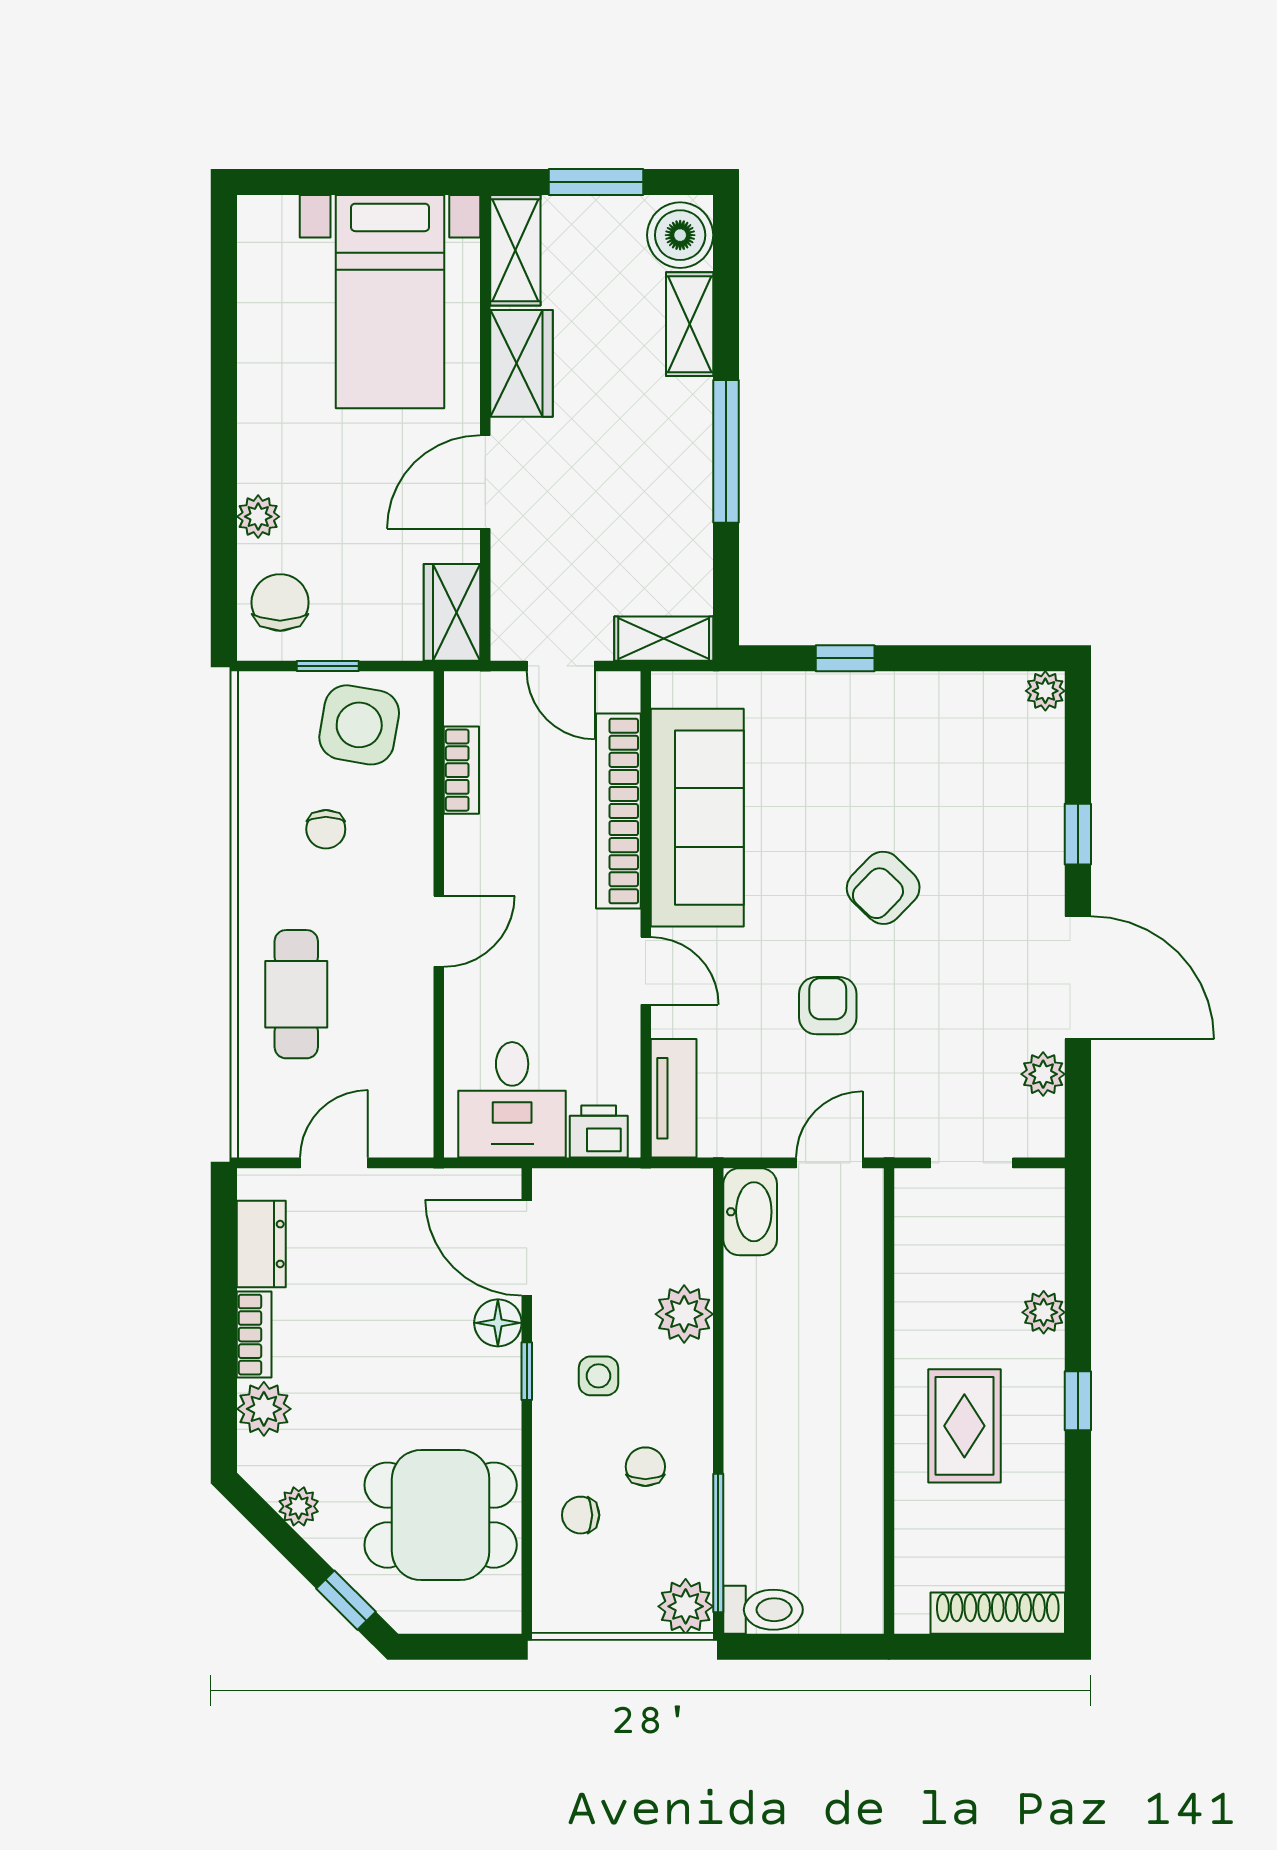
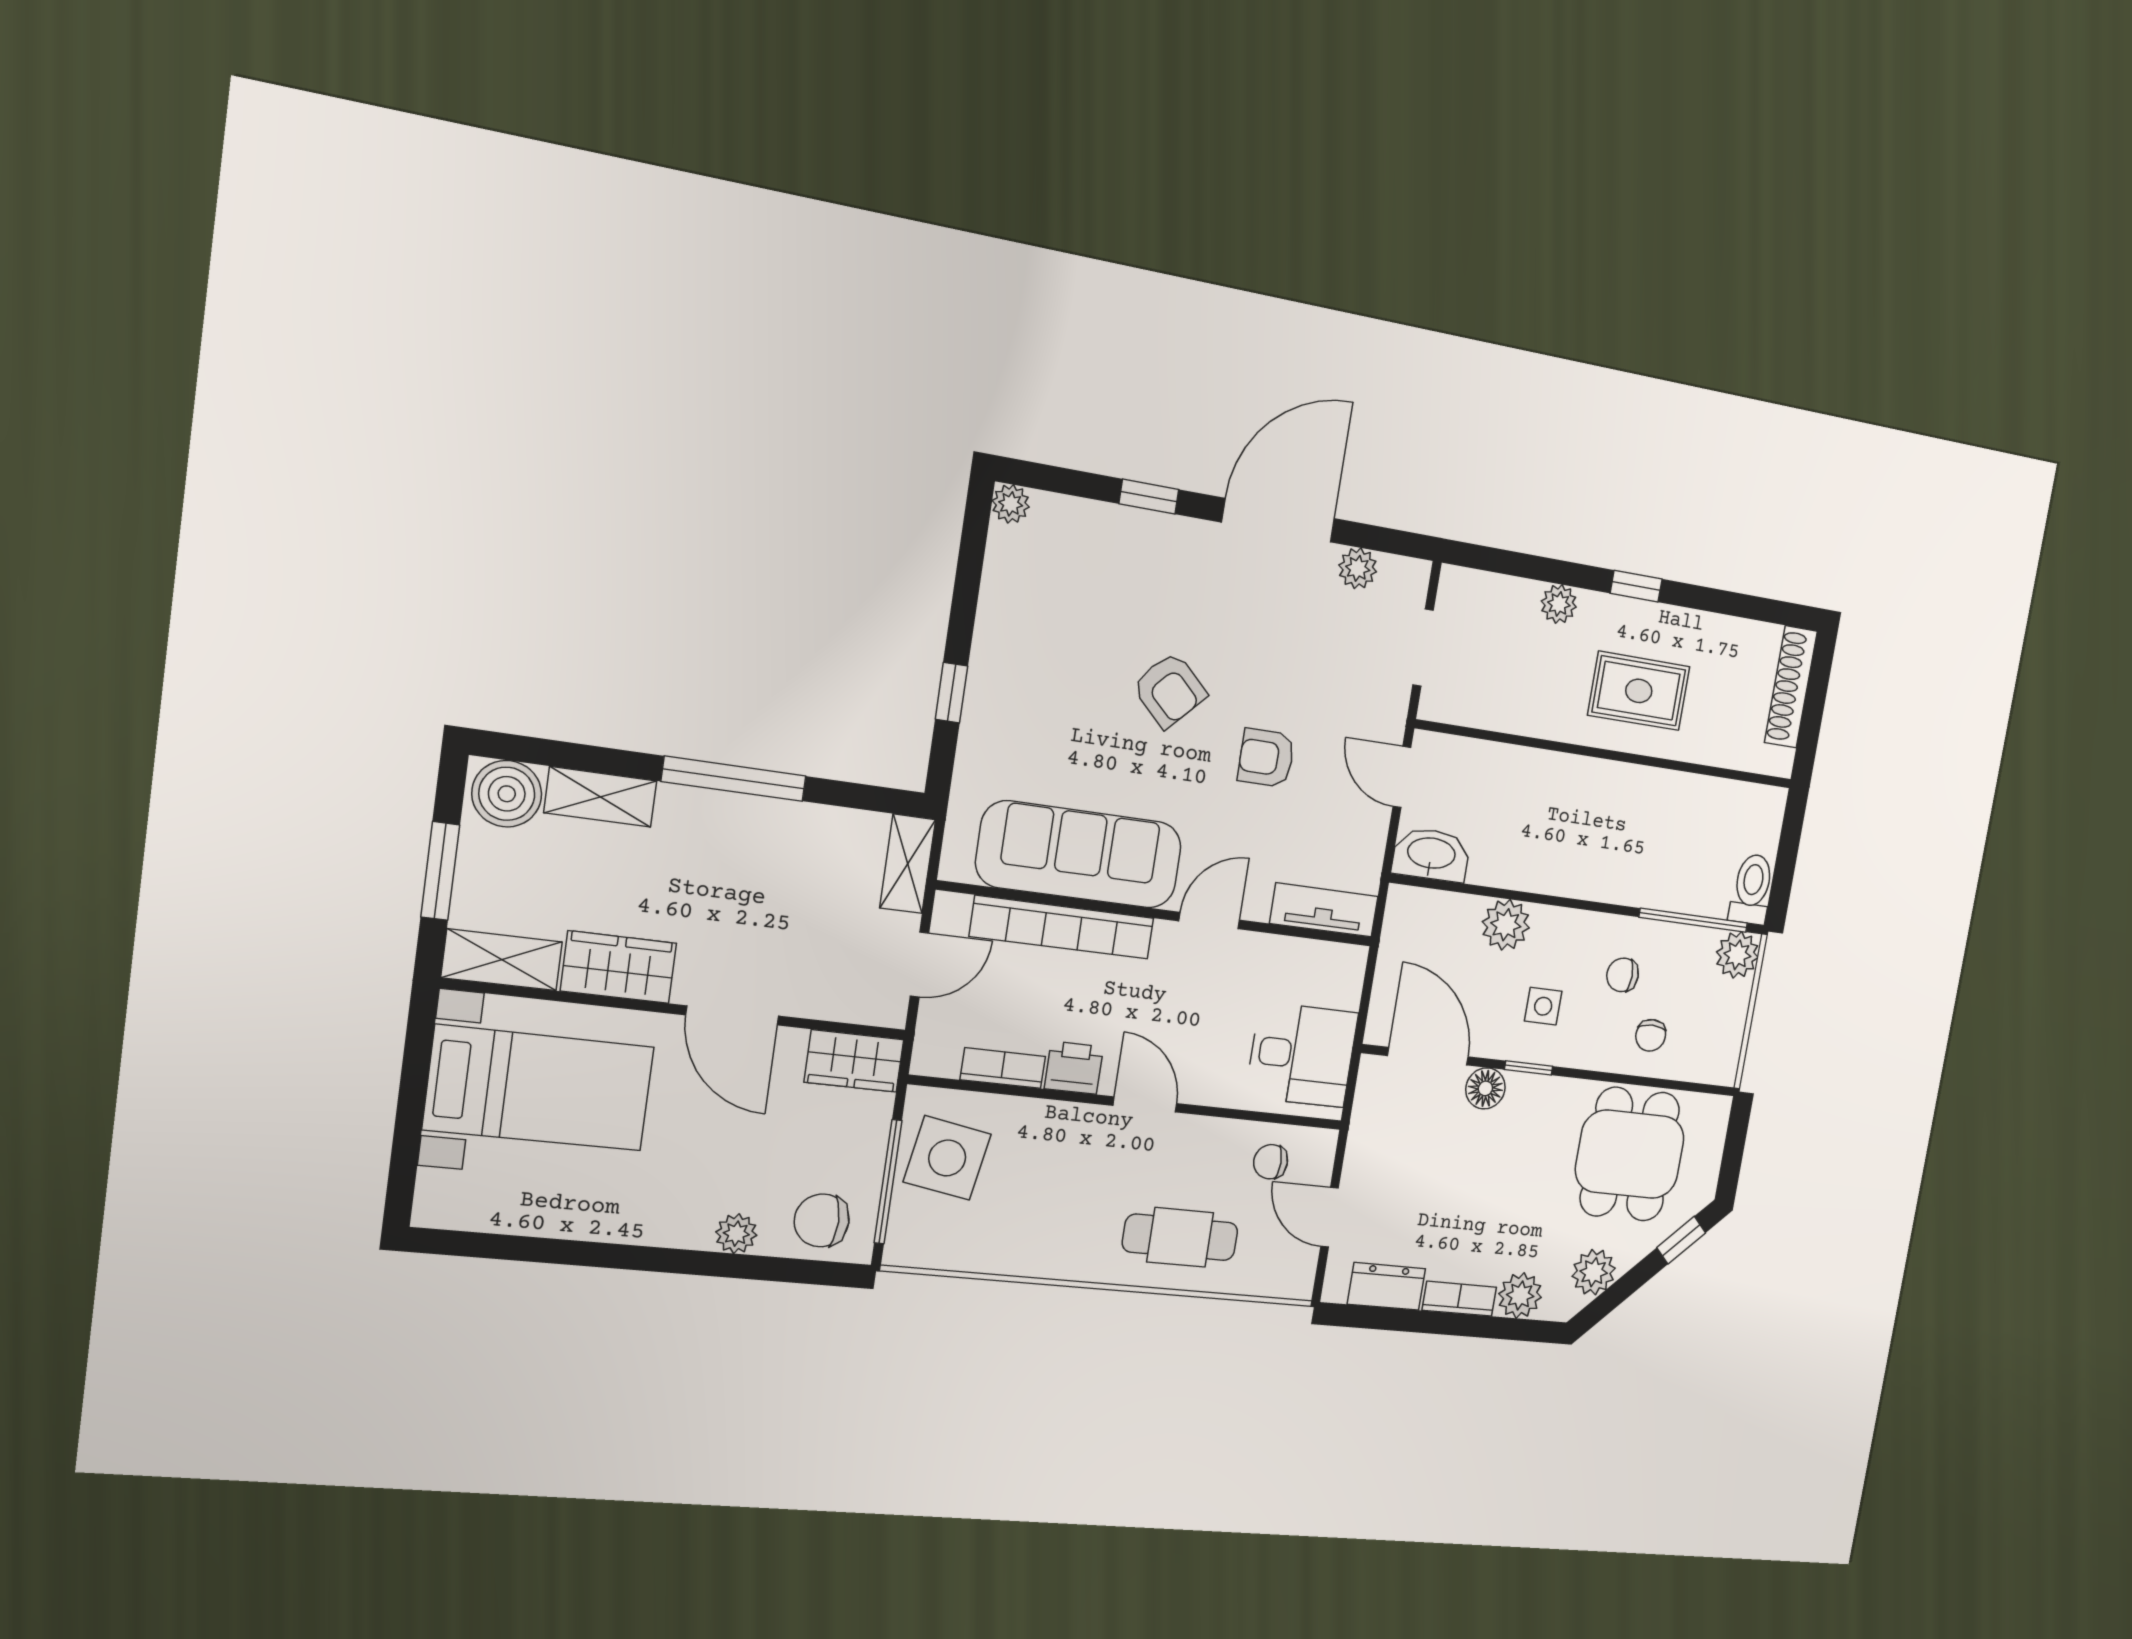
window: (328, 666) -> (888, 1182), width x2.17
chair: (326, 829) -> (1271, 1162), moved, turned 180
printer: (599, 1131) -> (1074, 1068), moved, turned 90
door: (527, 1248) -> (1428, 1056), swing flipped
plant: (299, 1506) -> (1594, 1272), width x1.38, depth x1.38

